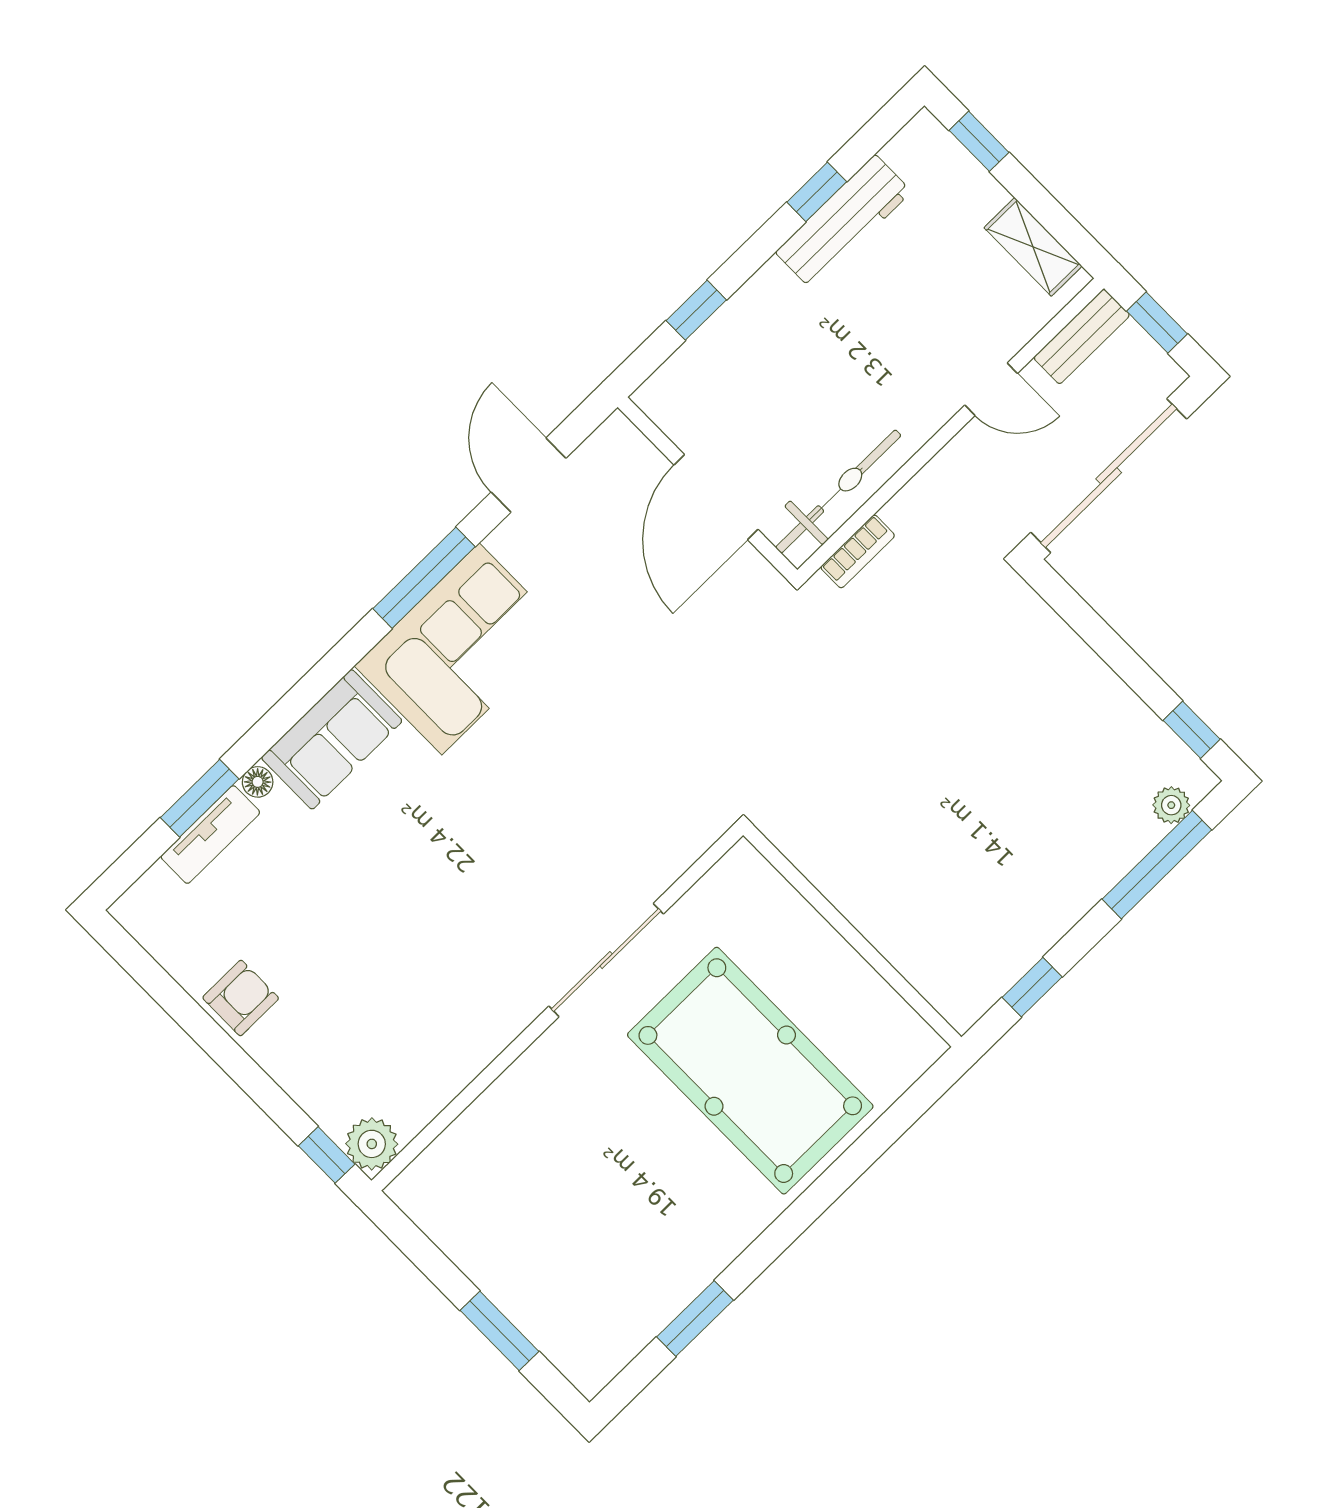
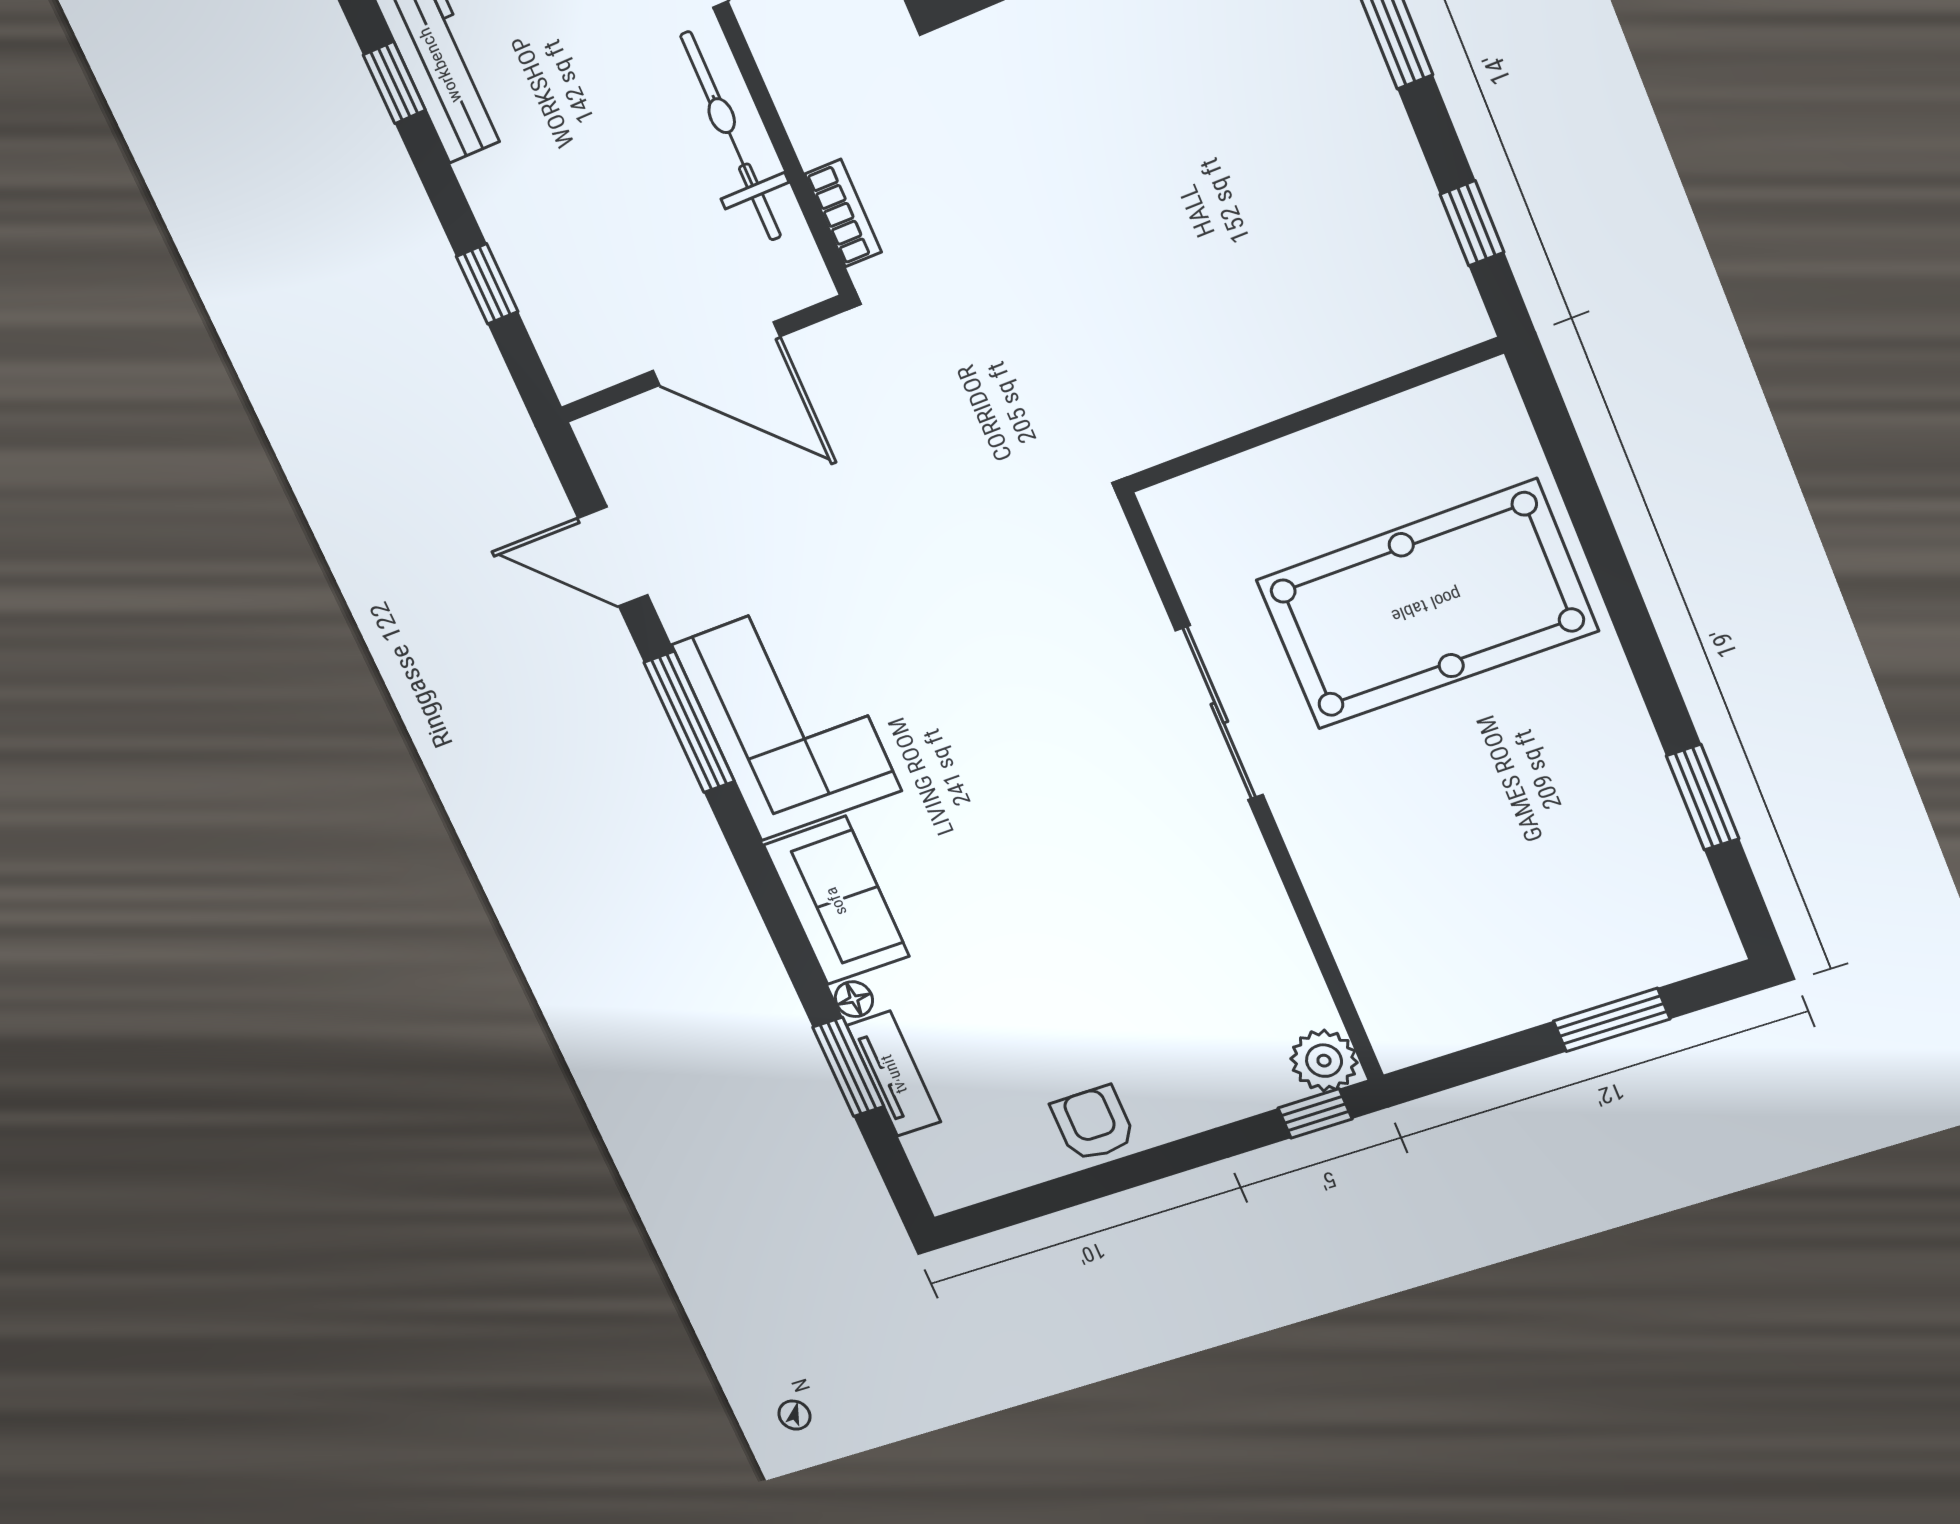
bicycle: (838, 491) -> (731, 136), moved

